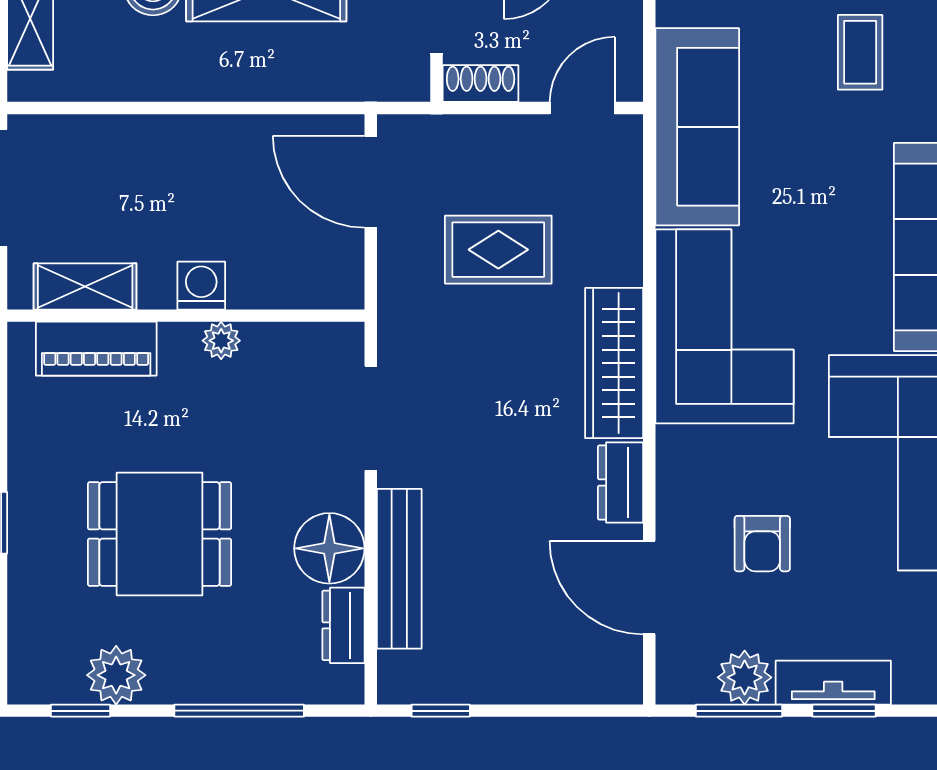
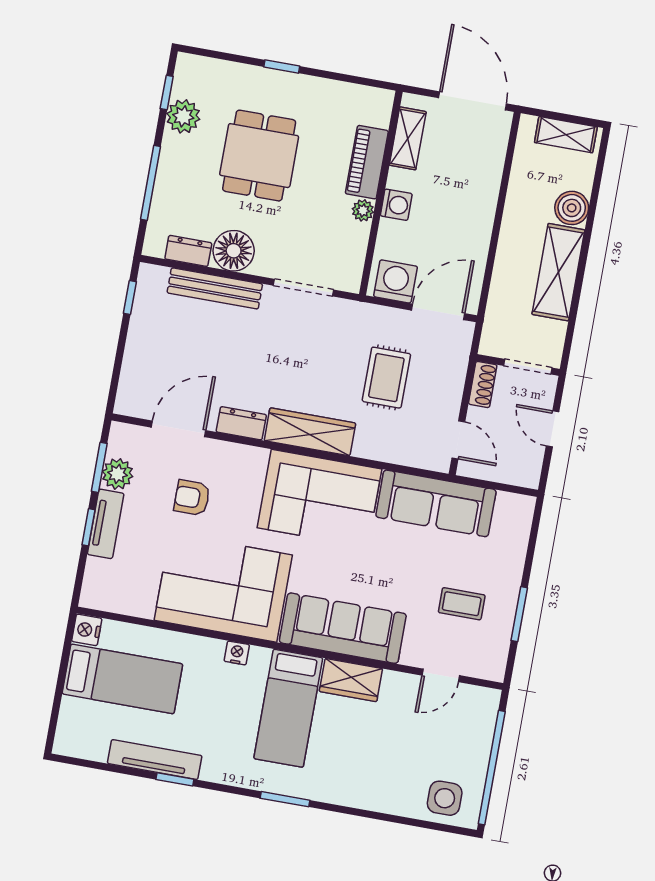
washing machine: (332, 263) -> (396, 281), added
piano: (96, 349) -> (367, 162), moved

